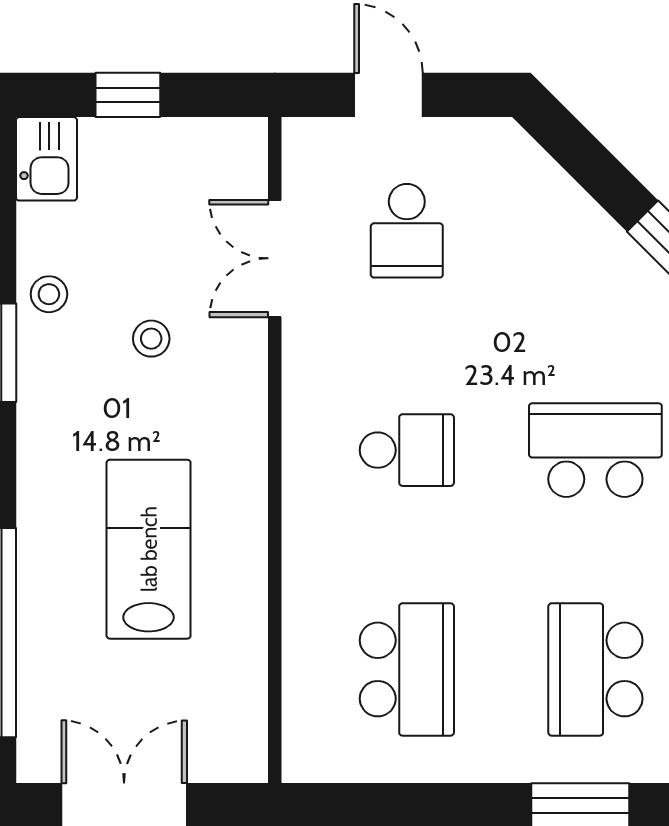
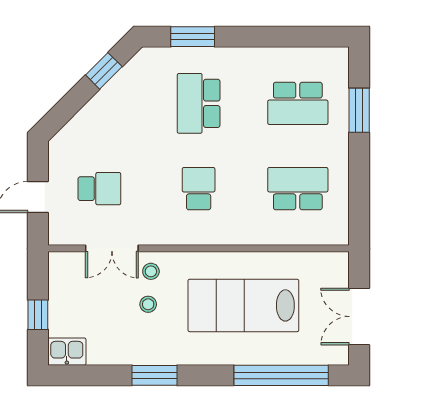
stool: (49, 294) -> (151, 271), moved
lab bench: (149, 549) -> (243, 305), width x1.36, depth x1.39

